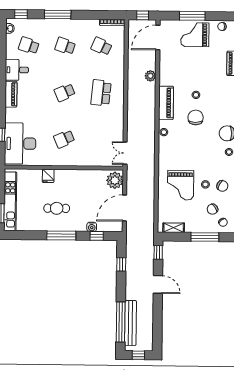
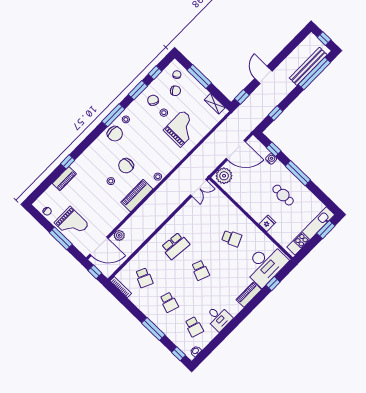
plant: (150, 76) -> (119, 235), moved
school desk: (65, 92) -> (200, 270), turned 45
piano: (11, 94) -> (249, 295), moved

